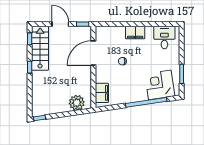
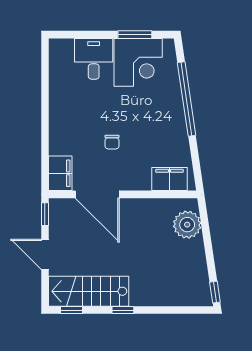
door: (60, 24) -> (45, 254), hinge flipped
filing cabinet: (135, 33) -> (60, 173), moved
desk: (164, 38) -> (94, 59), moved, turned 90
corner desk: (160, 85) -> (138, 62), moved, turned -82

